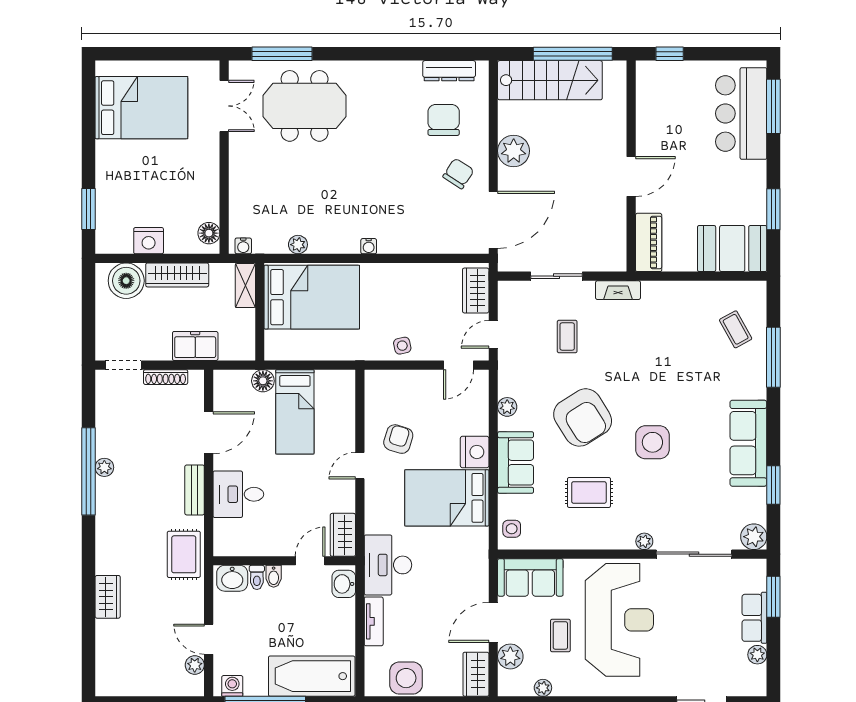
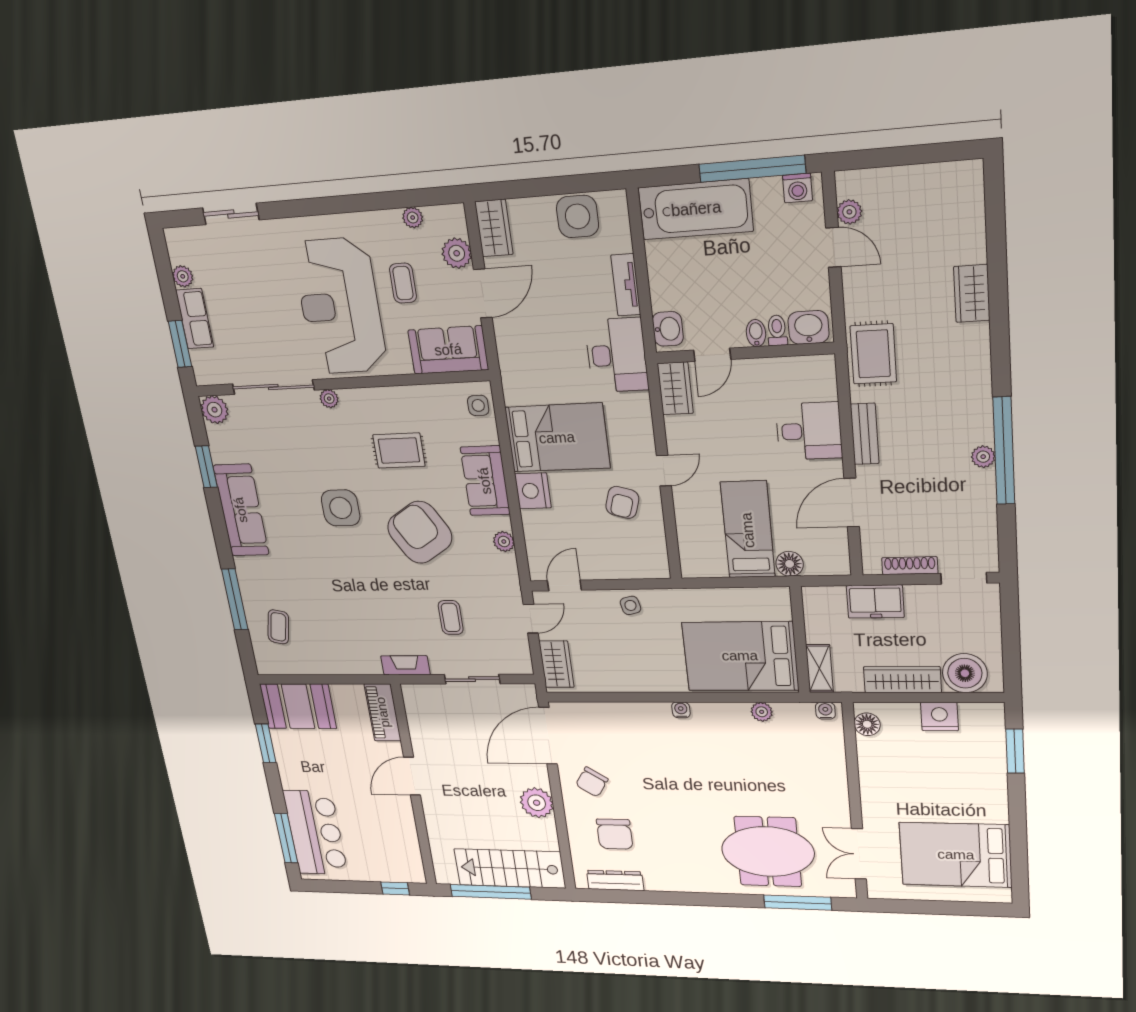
coffee table: (736, 329) -> (278, 627), turned 41

